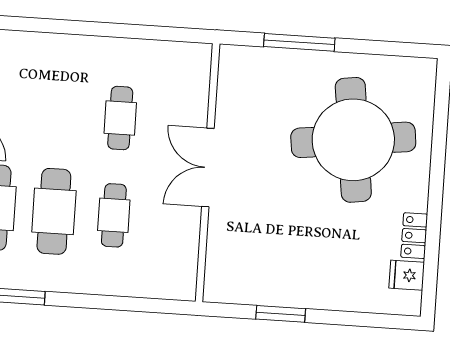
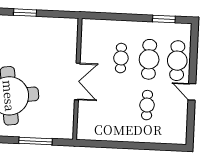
cafe table: (120, 118) -> (147, 105), moved
window: (281, 314) -> (25, 13), moved

